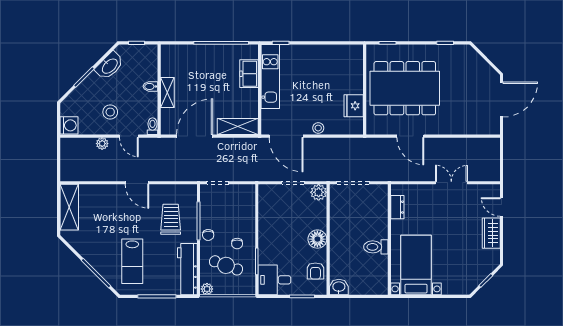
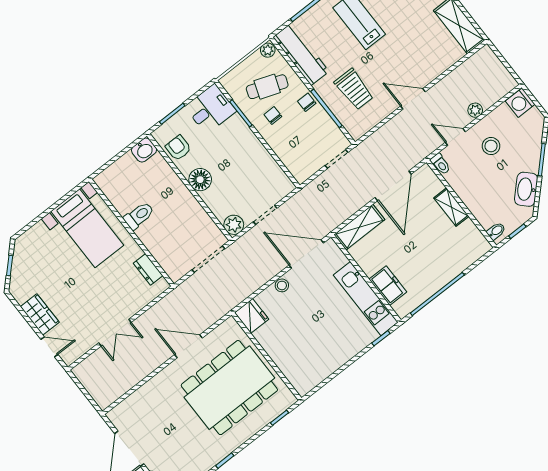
bidet: (150, 86) -> (496, 231), moved
fridge: (354, 106) -> (252, 316), moved

